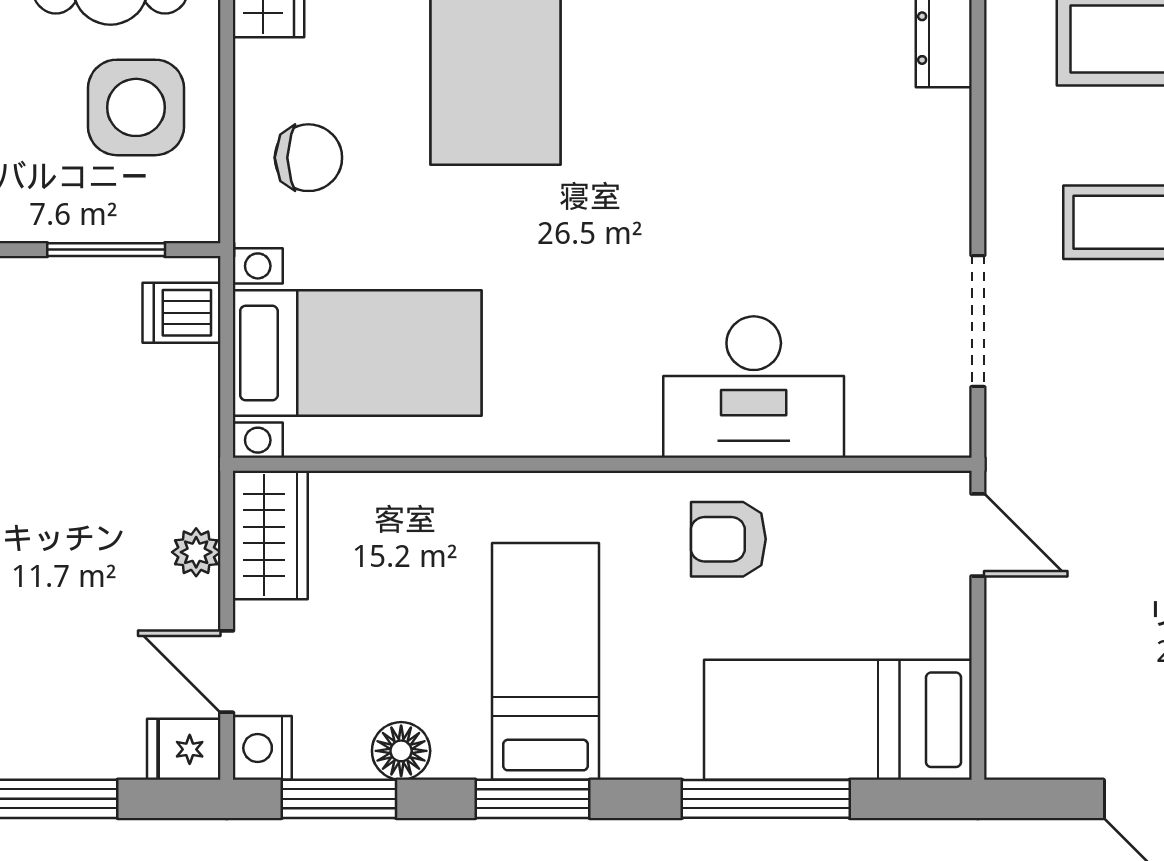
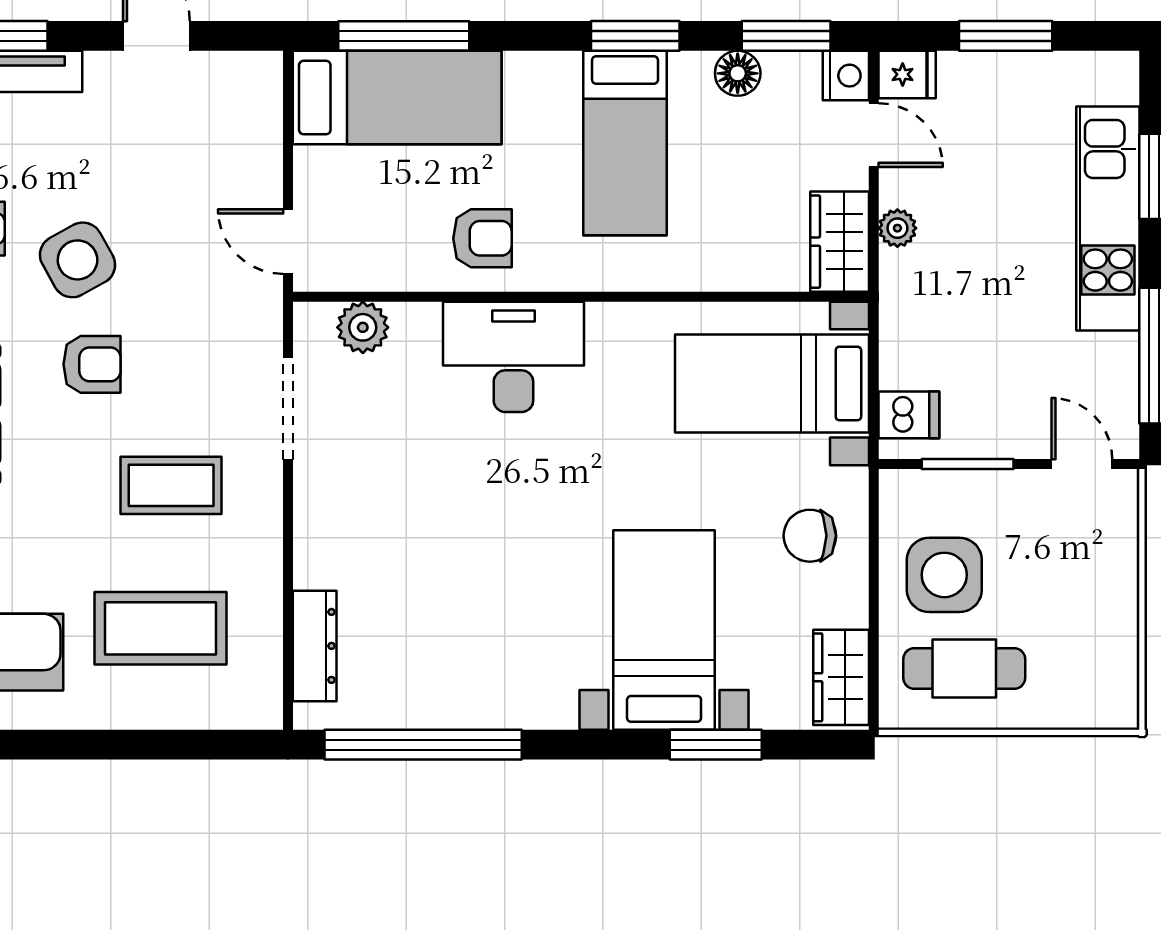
desk: (754, 387) -> (513, 357), moved
plant: (882, 425) -> (363, 327), added
window: (766, 799) -> (404, 36), moved

